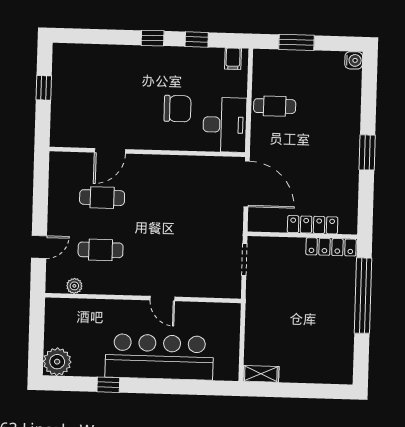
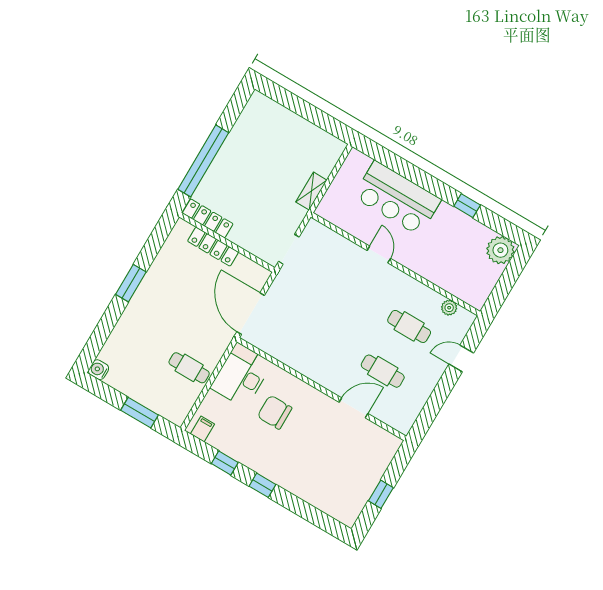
bar counter: (159, 357) -> (397, 198), width x0.73
shelving: (261, 374) -> (311, 191), moved, turned 90

